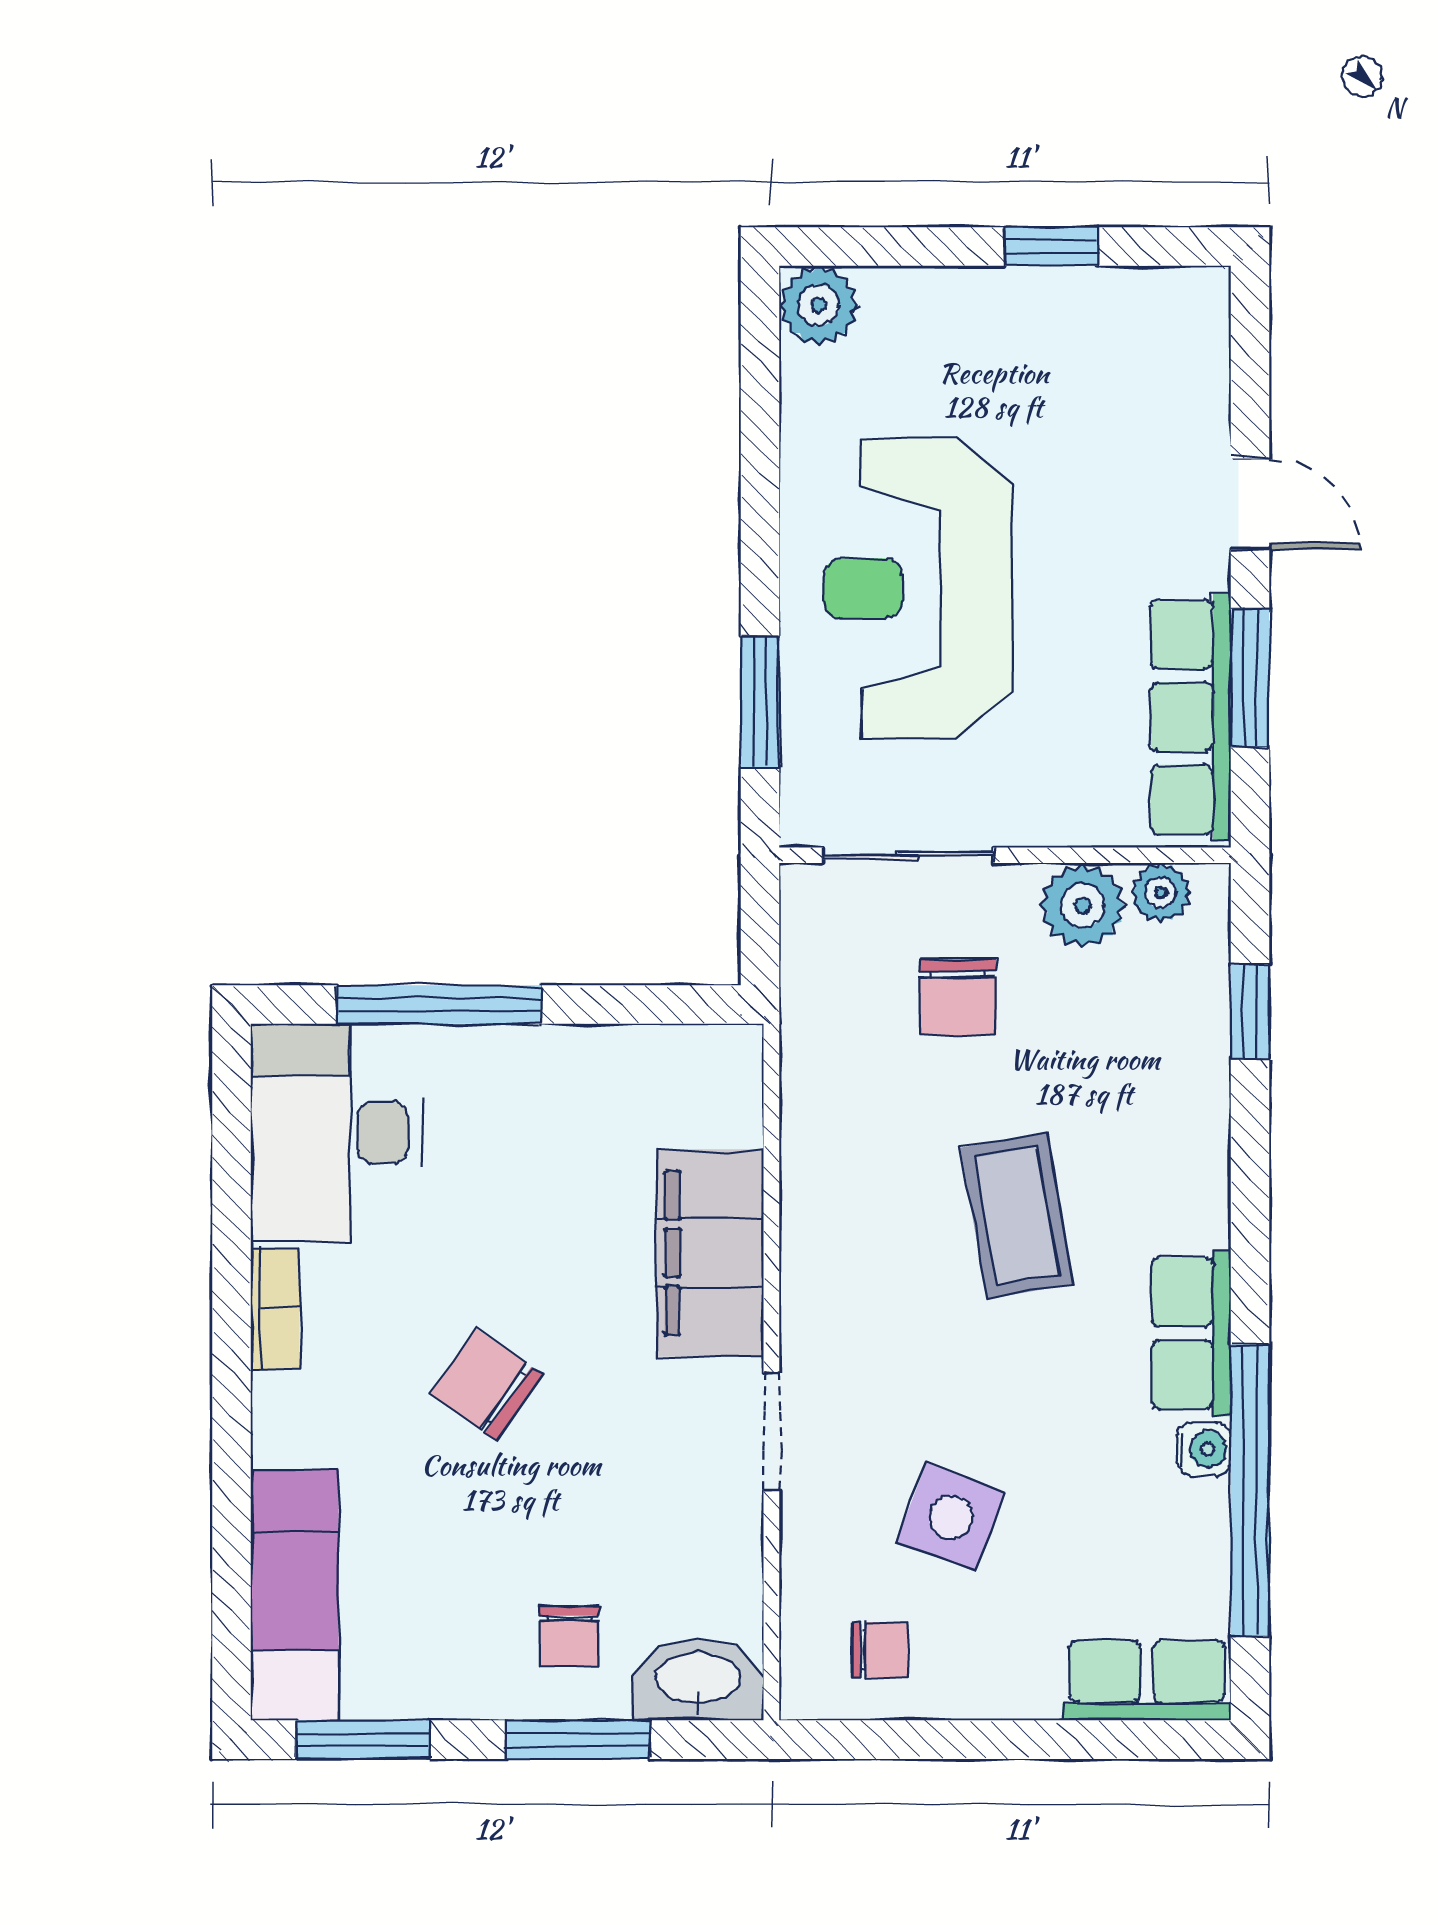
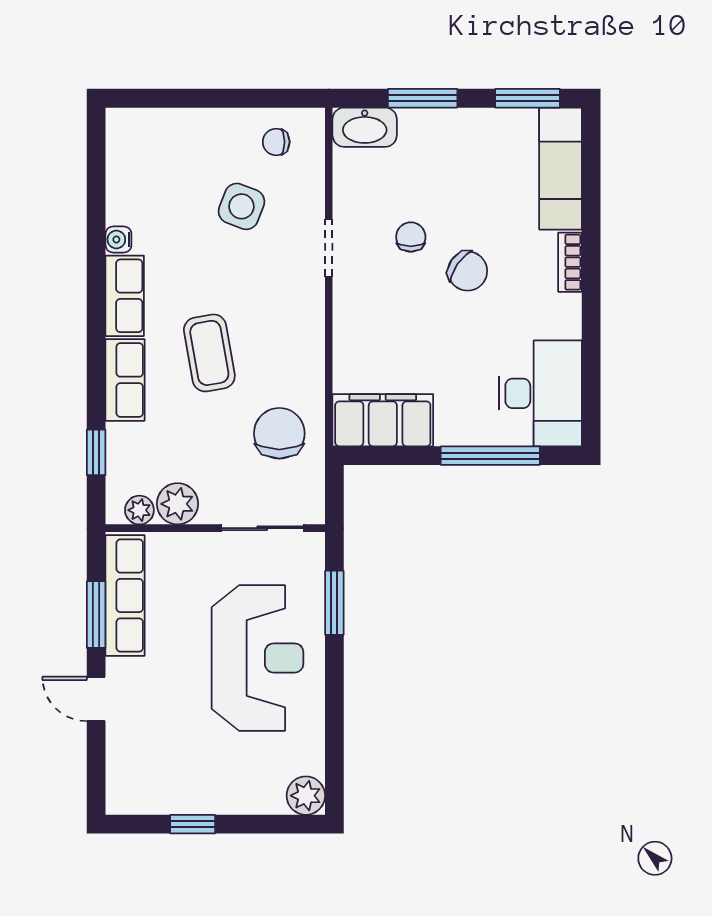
chair: (958, 997) -> (279, 433), moved, width x1.37, depth x1.37
filing cabinet: (710, 1253) -> (383, 420), moved, turned -90
bookcase: (275, 1309) -> (570, 262), moved
window: (1250, 1490) -> (96, 219), removed
chair: (569, 1636) -> (411, 237), moved
row of seats: (1147, 1680) -> (125, 380), moved, turned -90

